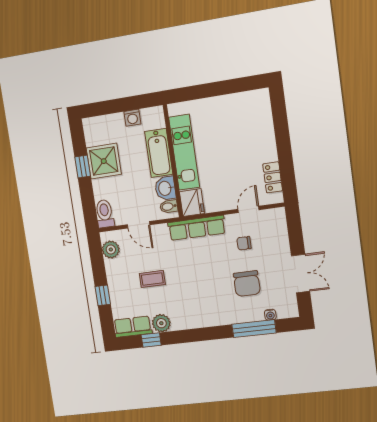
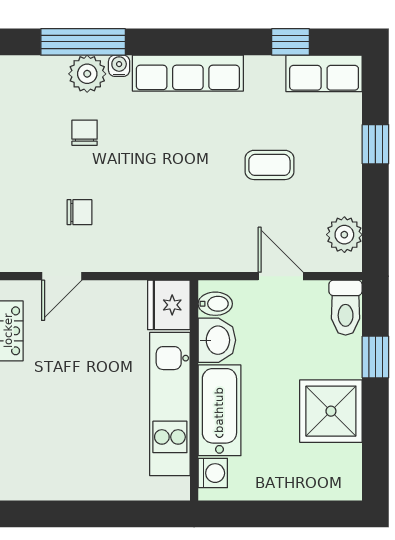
washing machine: (132, 118) -> (213, 473), moved, turned 90
window: (83, 166) -> (375, 357), moved
row of seats: (197, 228) -> (188, 73), moved, turned 180
chair: (247, 284) -> (85, 133), width x0.54, depth x0.54
water cooler: (270, 315) -> (119, 66), moved
plant: (161, 323) -> (87, 74), moved

